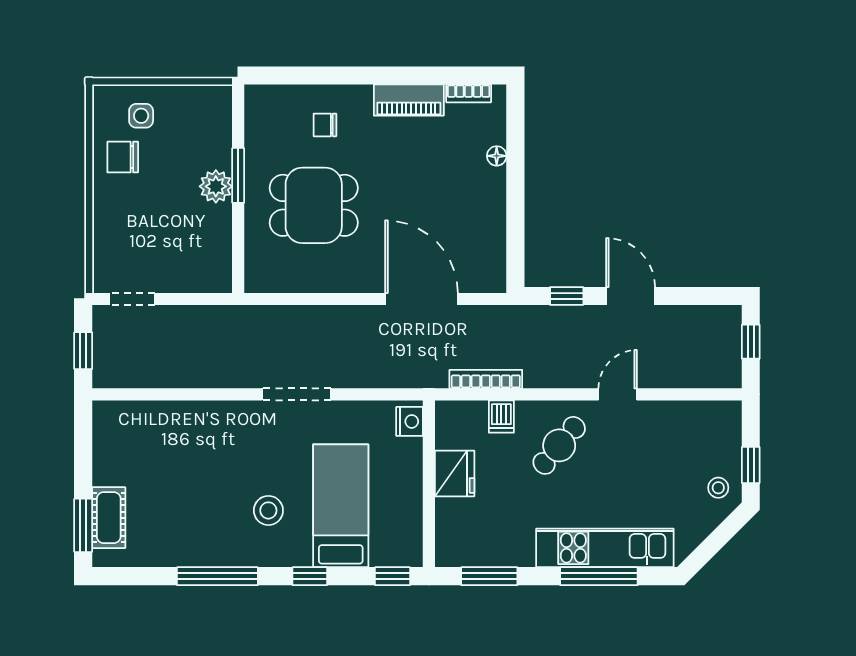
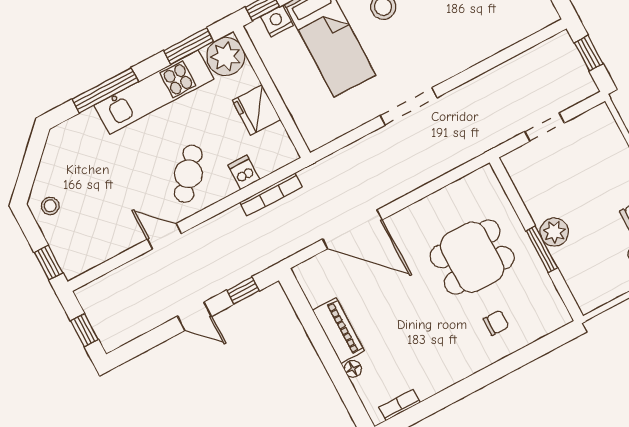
piano: (409, 100) -> (338, 331), moved, turned 90
door: (631, 296) -> (194, 316), width x0.73
doorway: (132, 299) -> (545, 127), moved
door: (618, 394) -> (164, 236), swing flipped
nightstand: (410, 421) -> (277, 21), moved, turned 90
window: (751, 465) -> (49, 263), moved
plant: (457, 545) -> (226, 56), added
kitchen unit: (605, 548) -> (154, 92), moved

